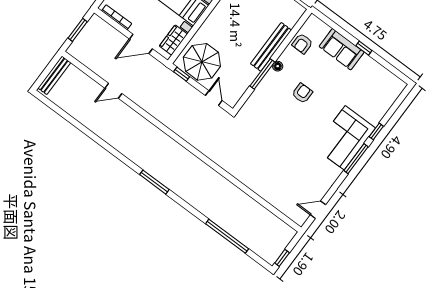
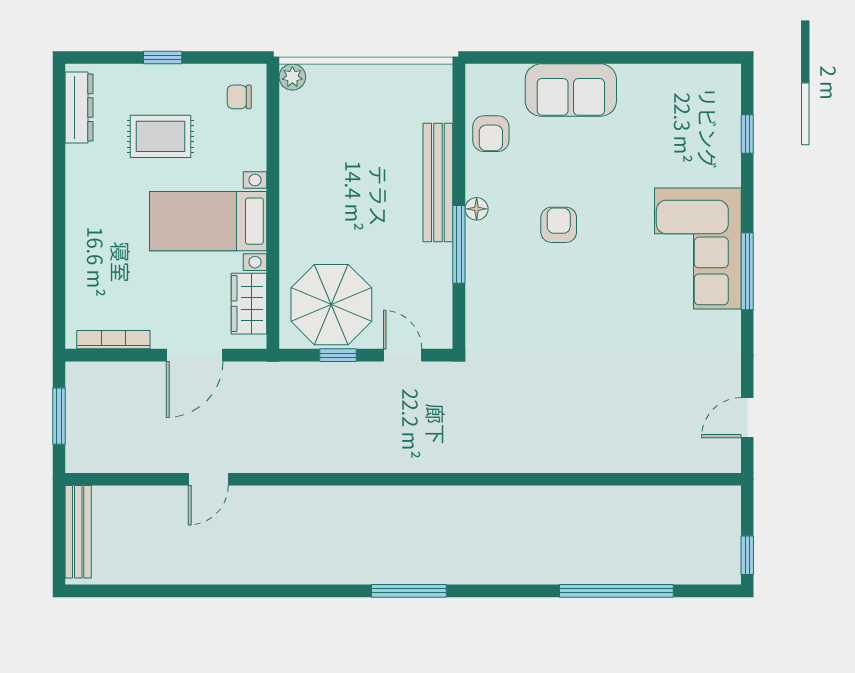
window: (364, 48) -> (610, 58), removed
window: (182, 74) -> (338, 355), moved
window: (376, 131) -> (747, 134), moved

